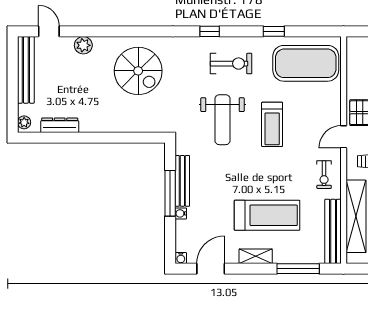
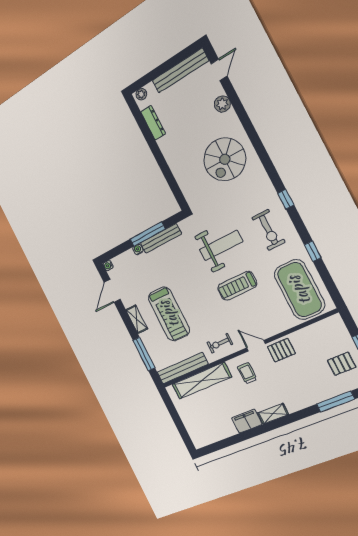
weight bench: (222, 120) -> (221, 246), turned 180
door: (211, 269) -> (112, 291), swing flipped

